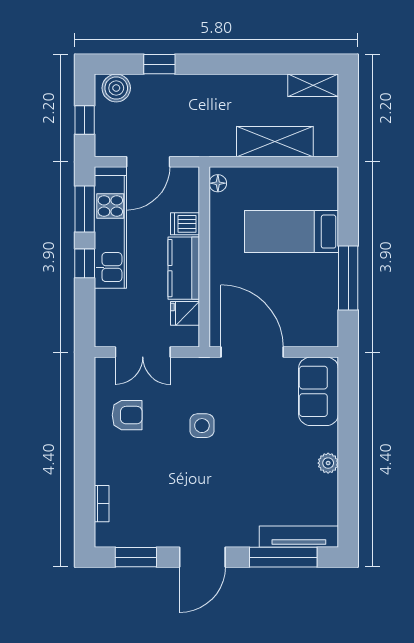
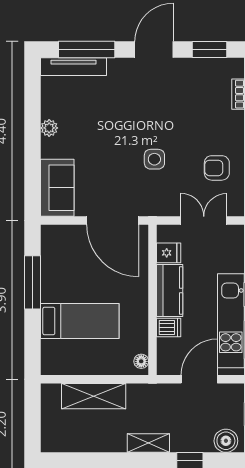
shelving: (313, 85) -> (148, 443), moved

